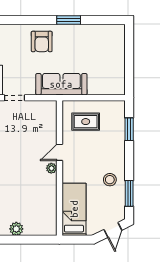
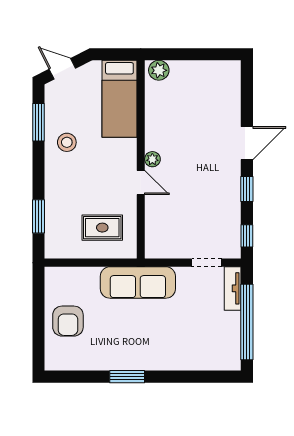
armchair: (42, 41) -> (68, 321), moved, turned 180
door: (59, 152) -> (141, 182), hinge flipped
plant: (16, 229) -> (159, 70), moved
door: (113, 230) -> (62, 69), hinge flipped

